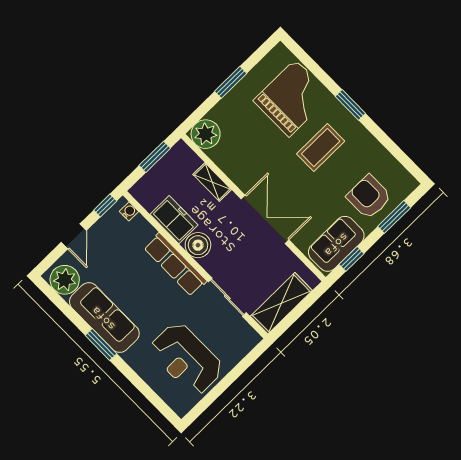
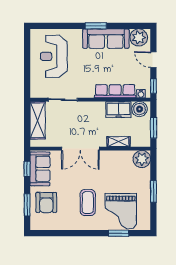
window: (350, 105) -> (119, 233), moved
armchair: (369, 197) -> (46, 202), turned 90
boiler: (198, 245) -> (139, 109), moved
row of seats: (175, 264) -> (115, 91), moved
reception desk: (186, 359) -> (54, 56), turned -90

